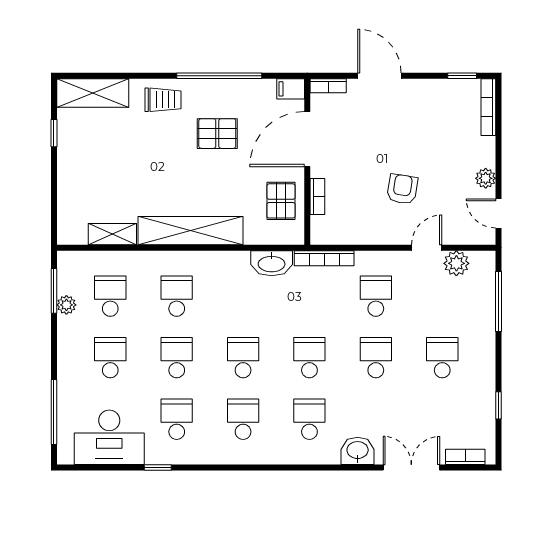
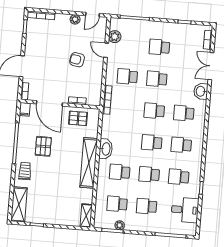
shelving: (112, 234) -> (86, 216), moved
washbasin: (272, 263) -> (106, 149), moved
desk: (109, 437) -> (185, 210), width x0.73

